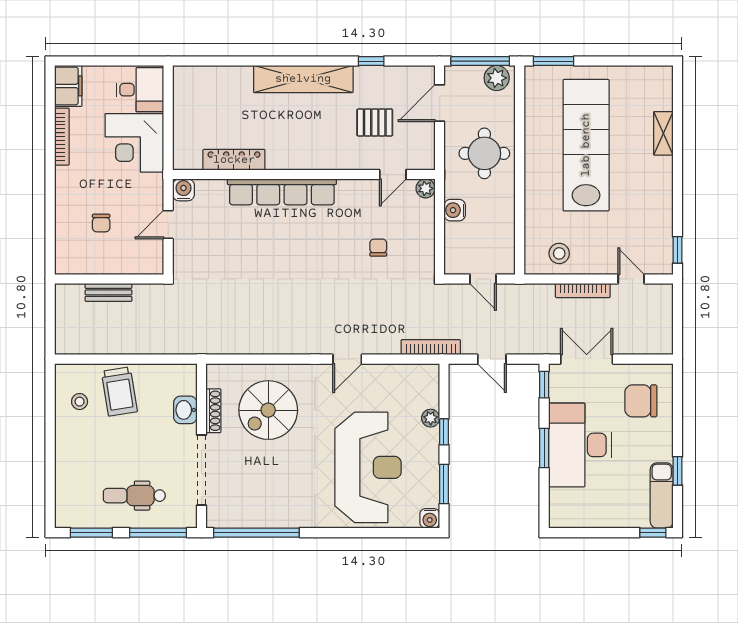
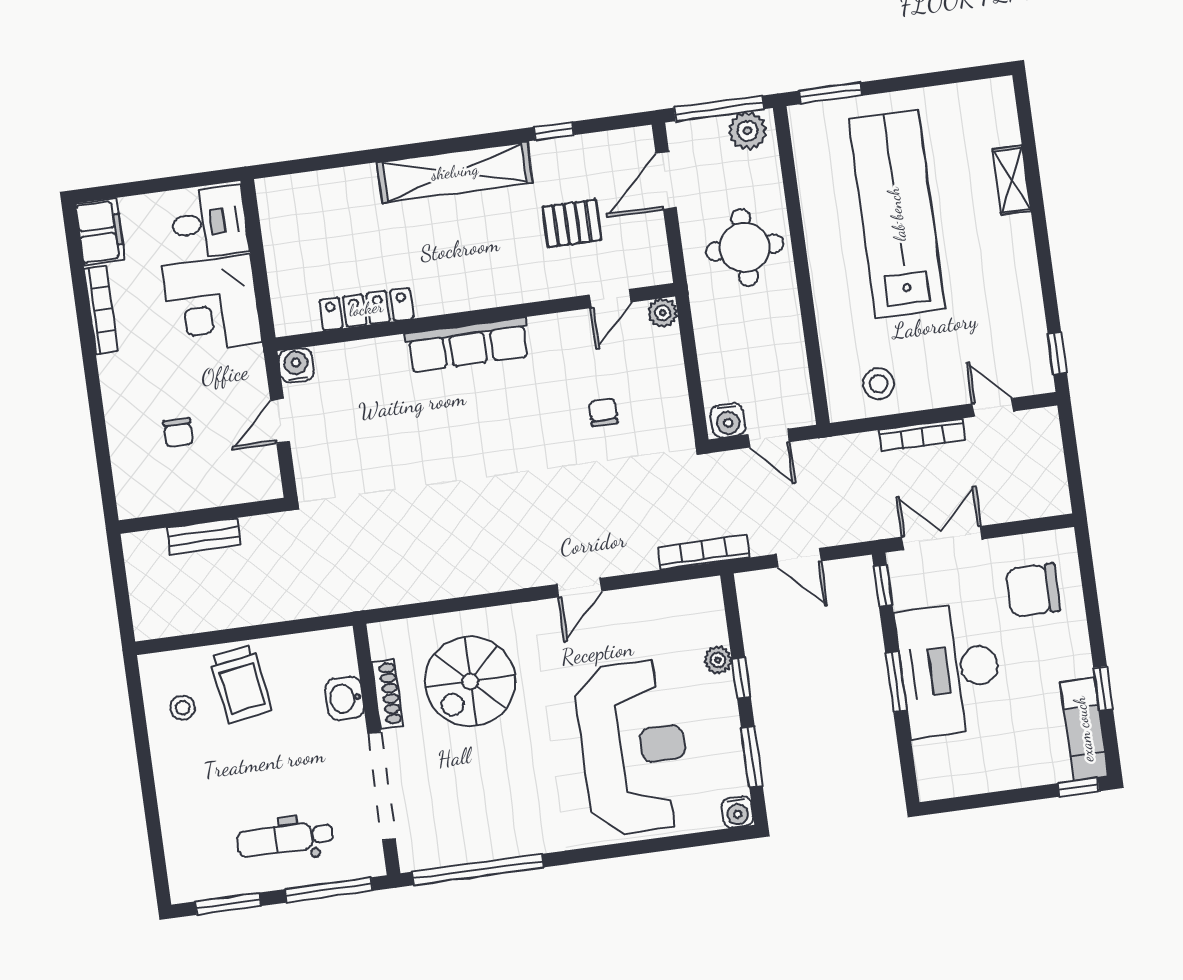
row of seats: (282, 192) -> (468, 345), width x0.73
water cooler: (455, 210) -> (728, 420), moved, turned -90

